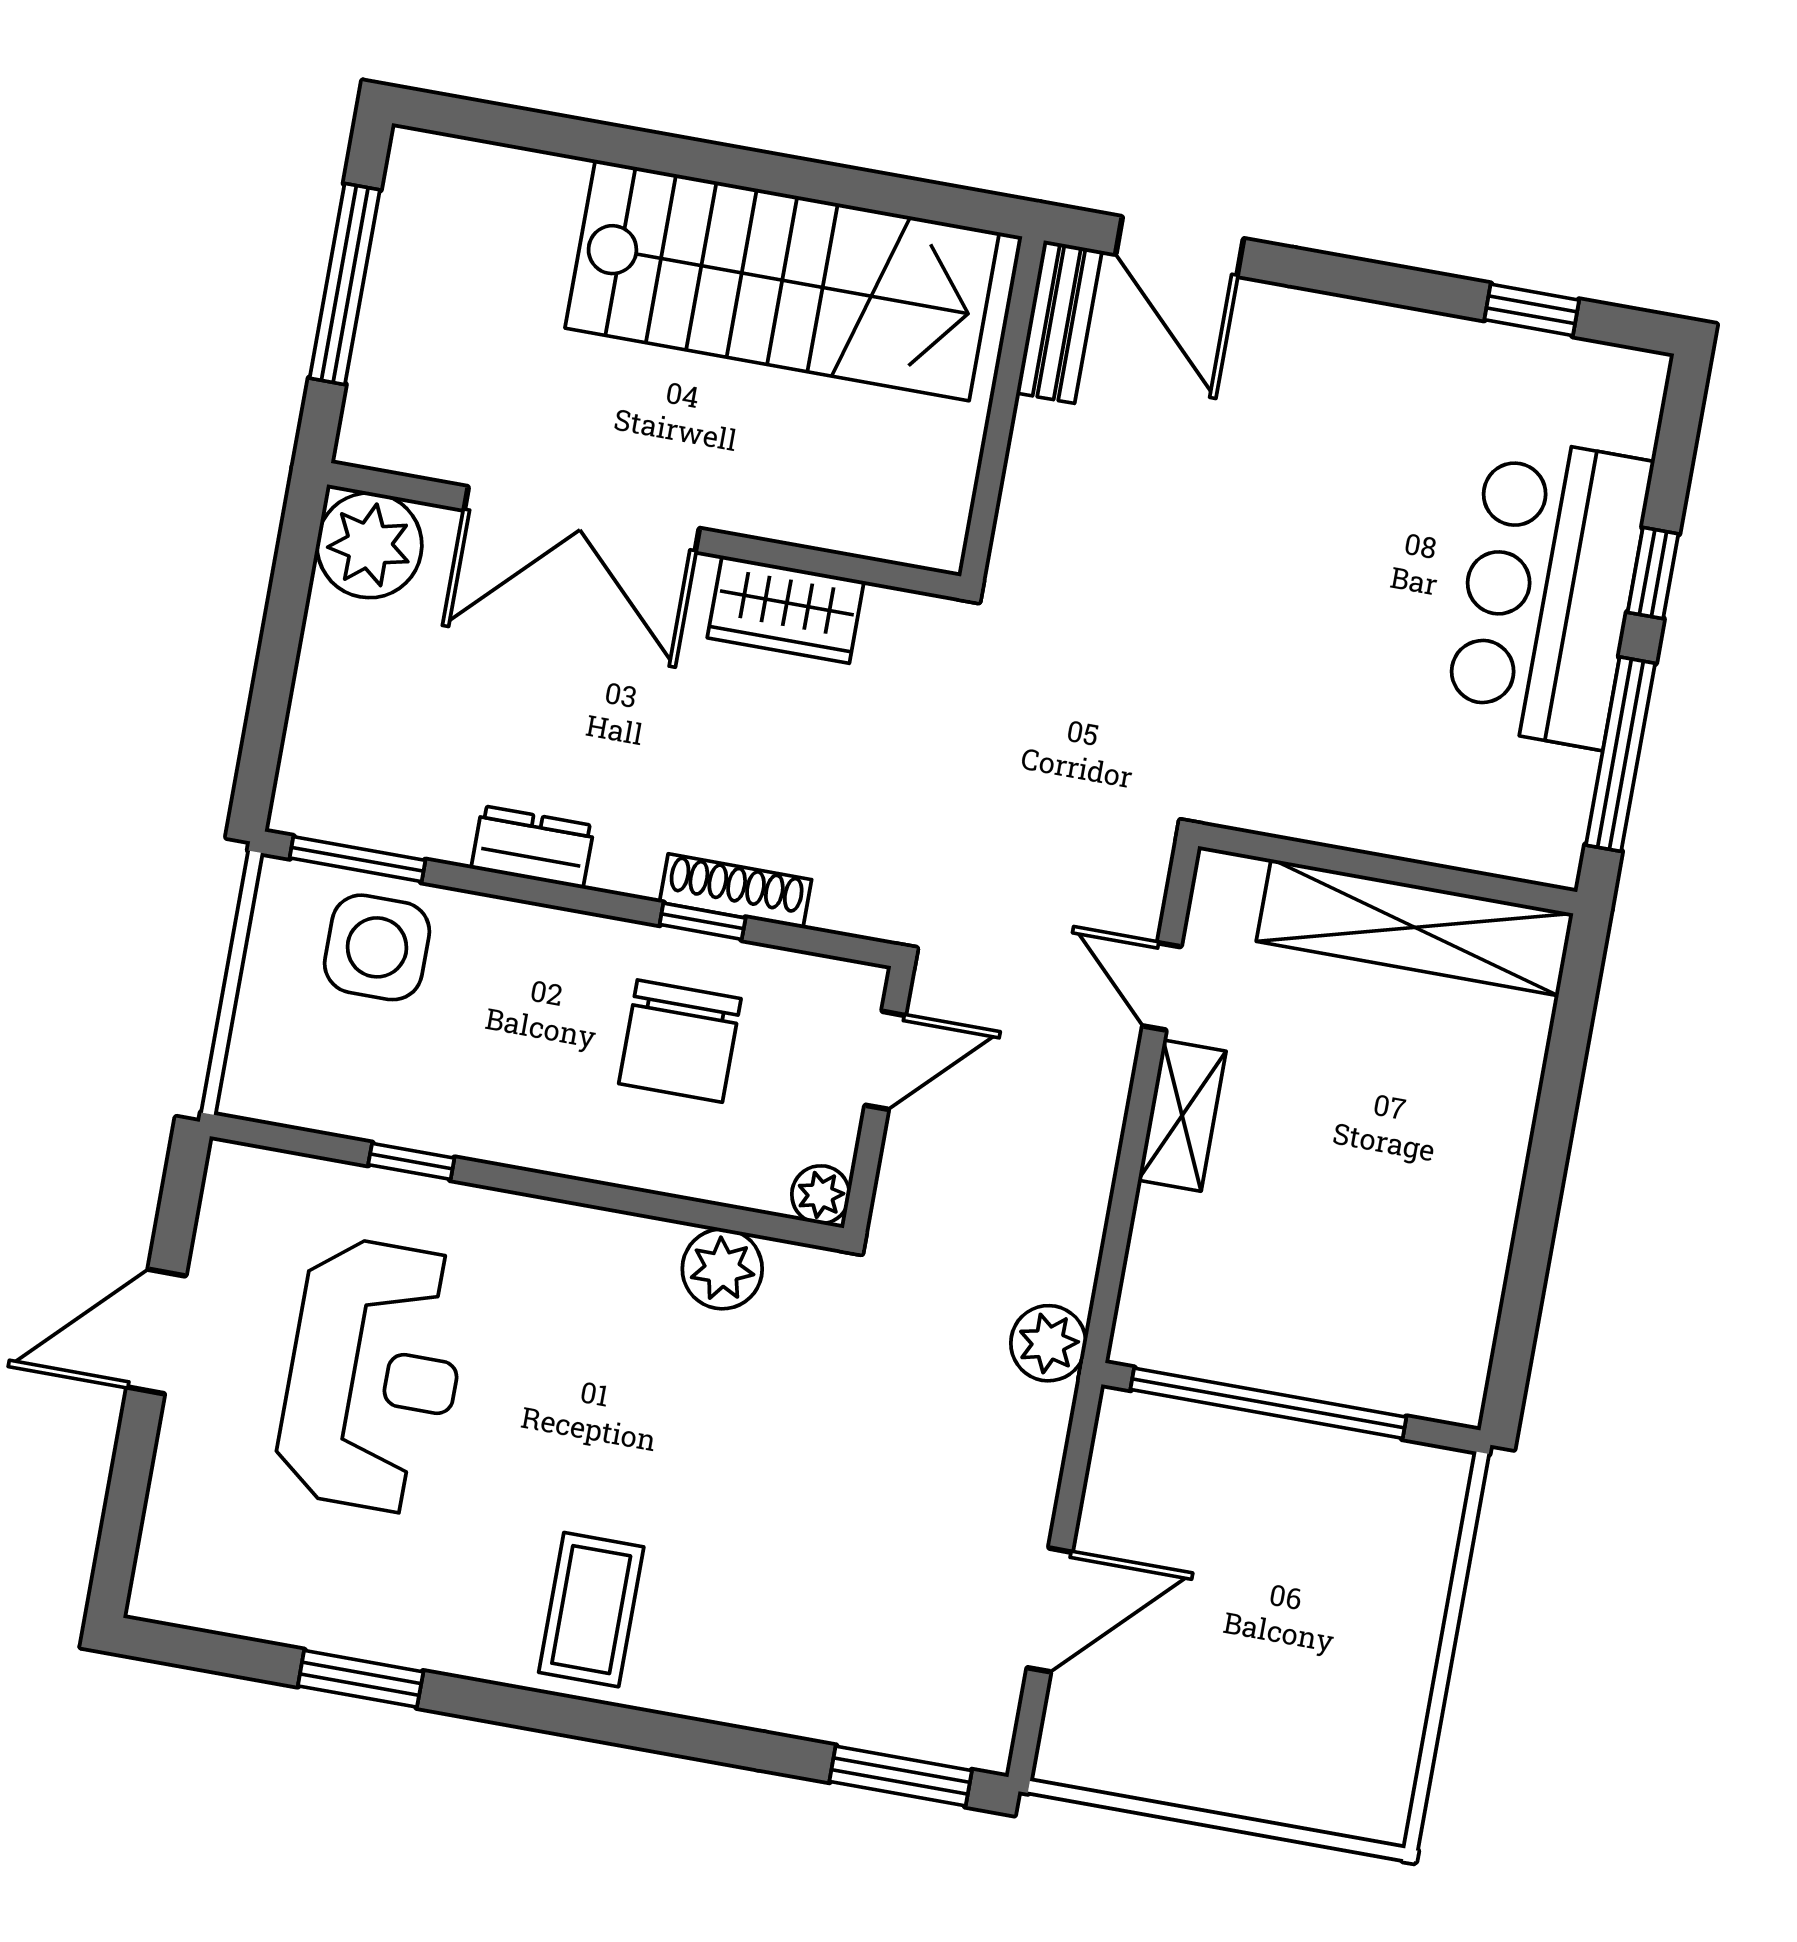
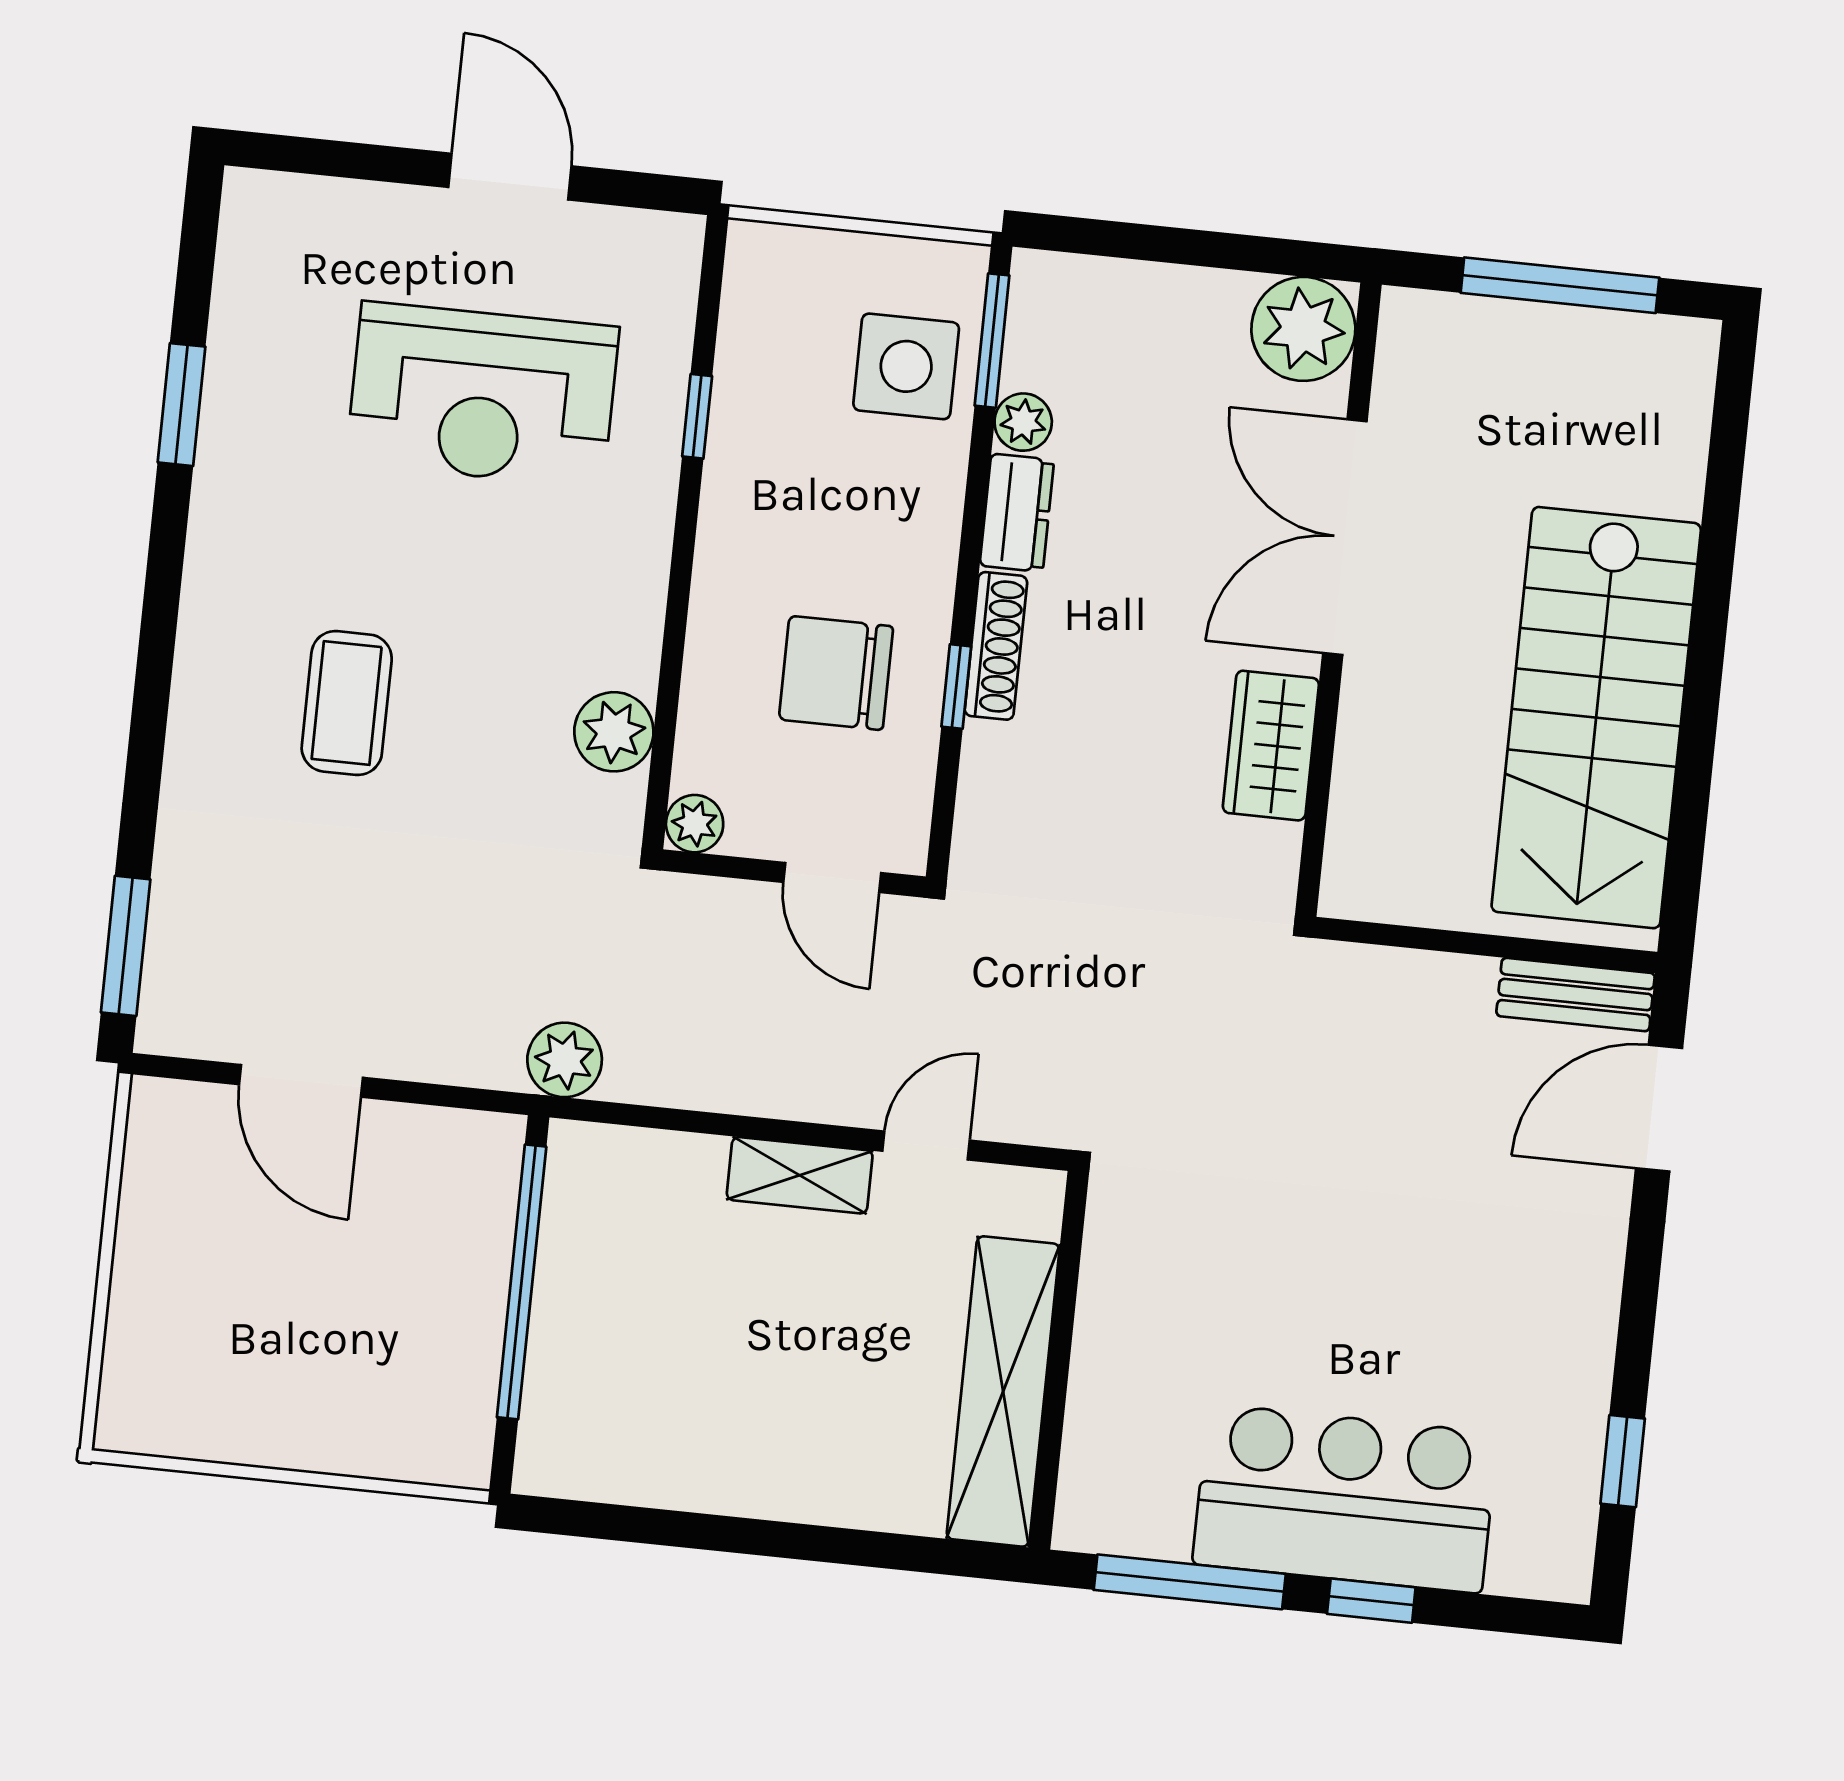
plant: (442, 834) -> (1023, 422), added
shoe rack: (735, 891) -> (996, 646), moved
coffee table: (591, 1610) -> (347, 703), moved, turned 90

